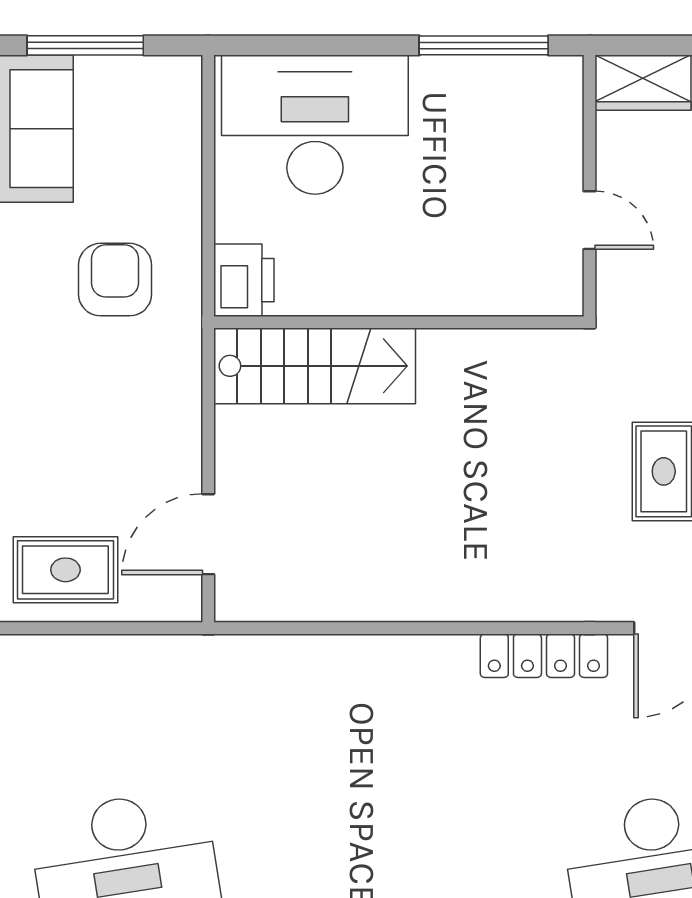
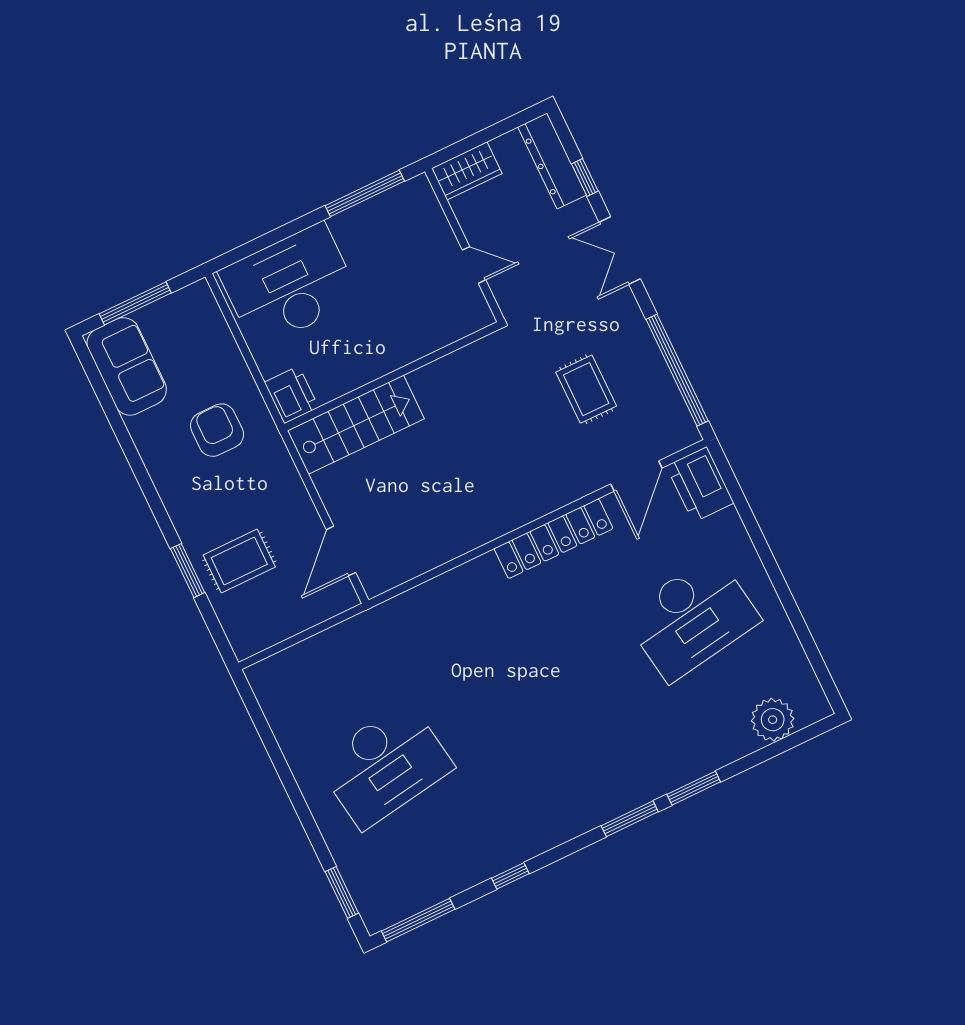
rug: (65, 570) -> (239, 561), moved
locker: (544, 656) -> (553, 539), width x1.41, depth x1.21

